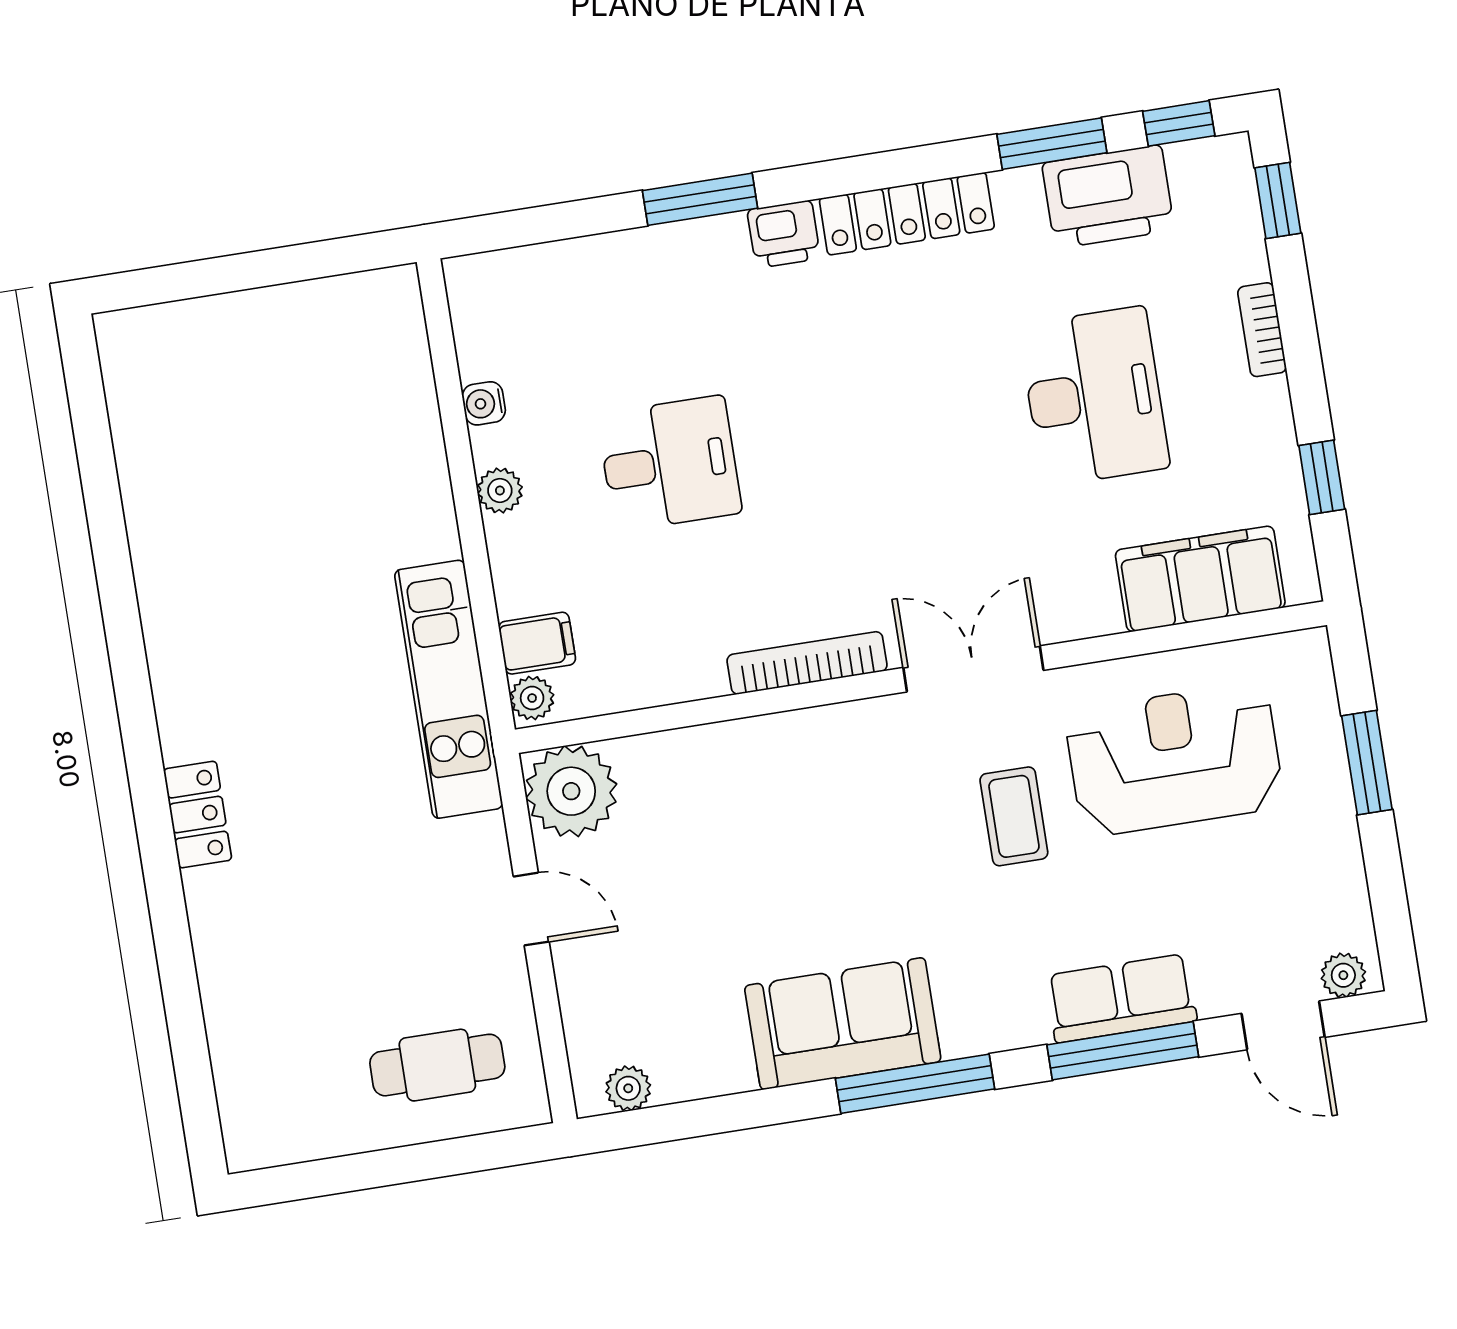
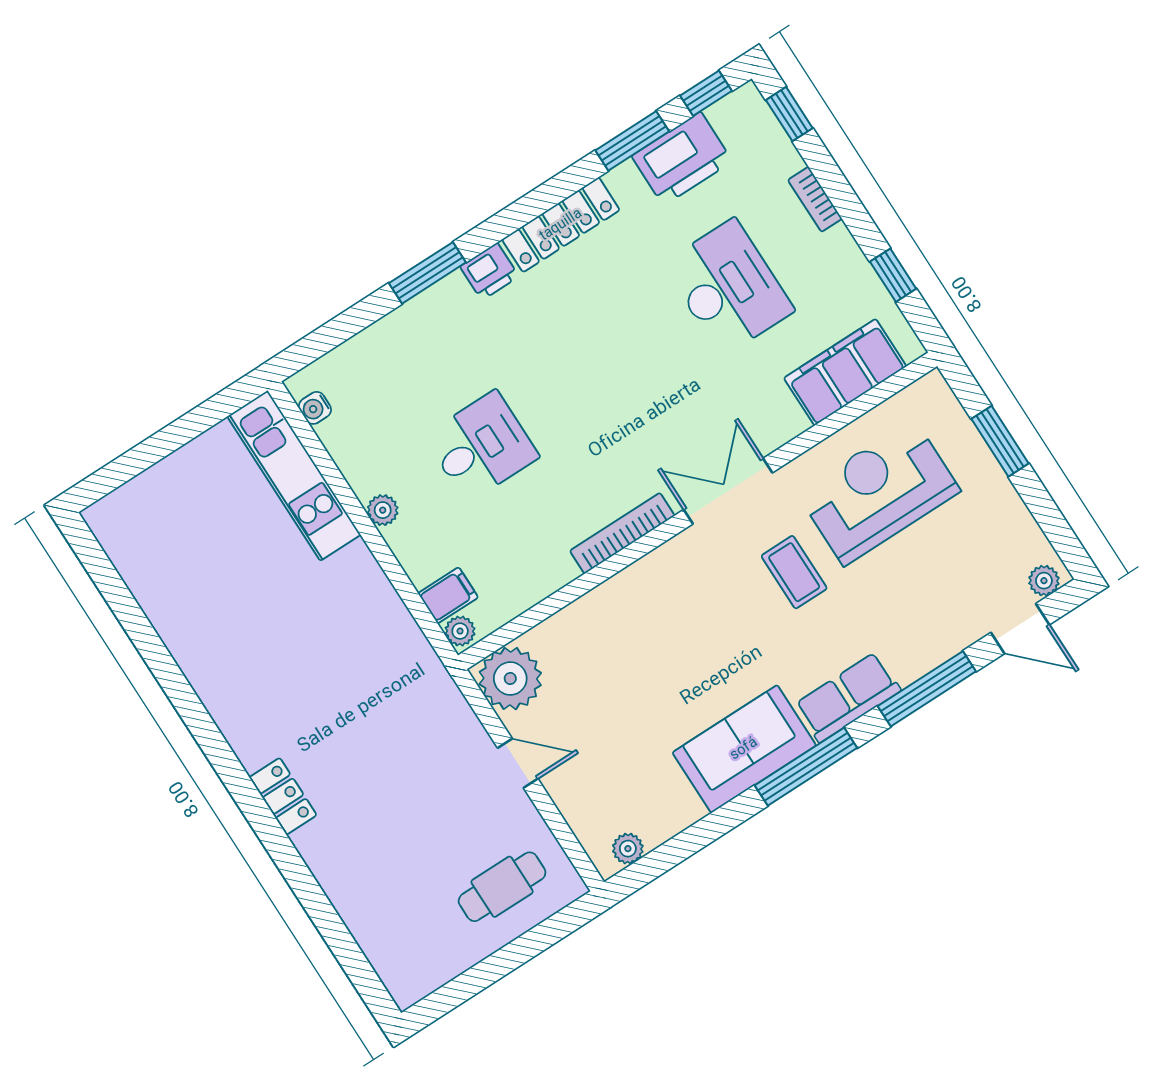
water cooler: (484, 403) -> (315, 408), moved
kitchen unit: (449, 689) -> (294, 476), moved
row of seats: (1121, 998) -> (848, 697), moved

